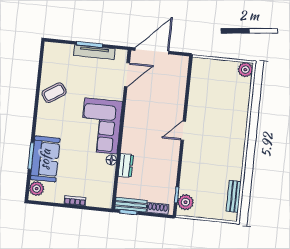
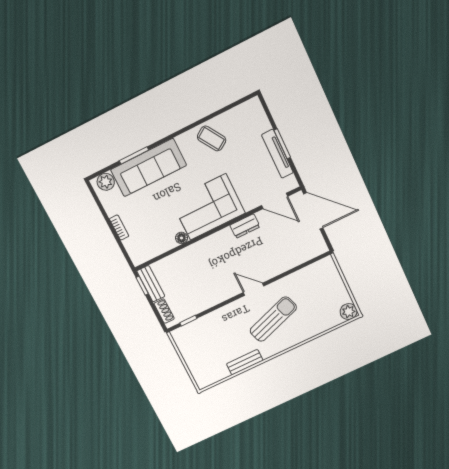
sun lounger: (216, 130) -> (273, 319), added
sofa: (45, 159) -> (149, 168), width x1.36
dresser: (126, 165) -> (245, 226), moved
bench: (234, 196) -> (245, 362), moved
plant: (186, 202) -> (187, 333), removed

